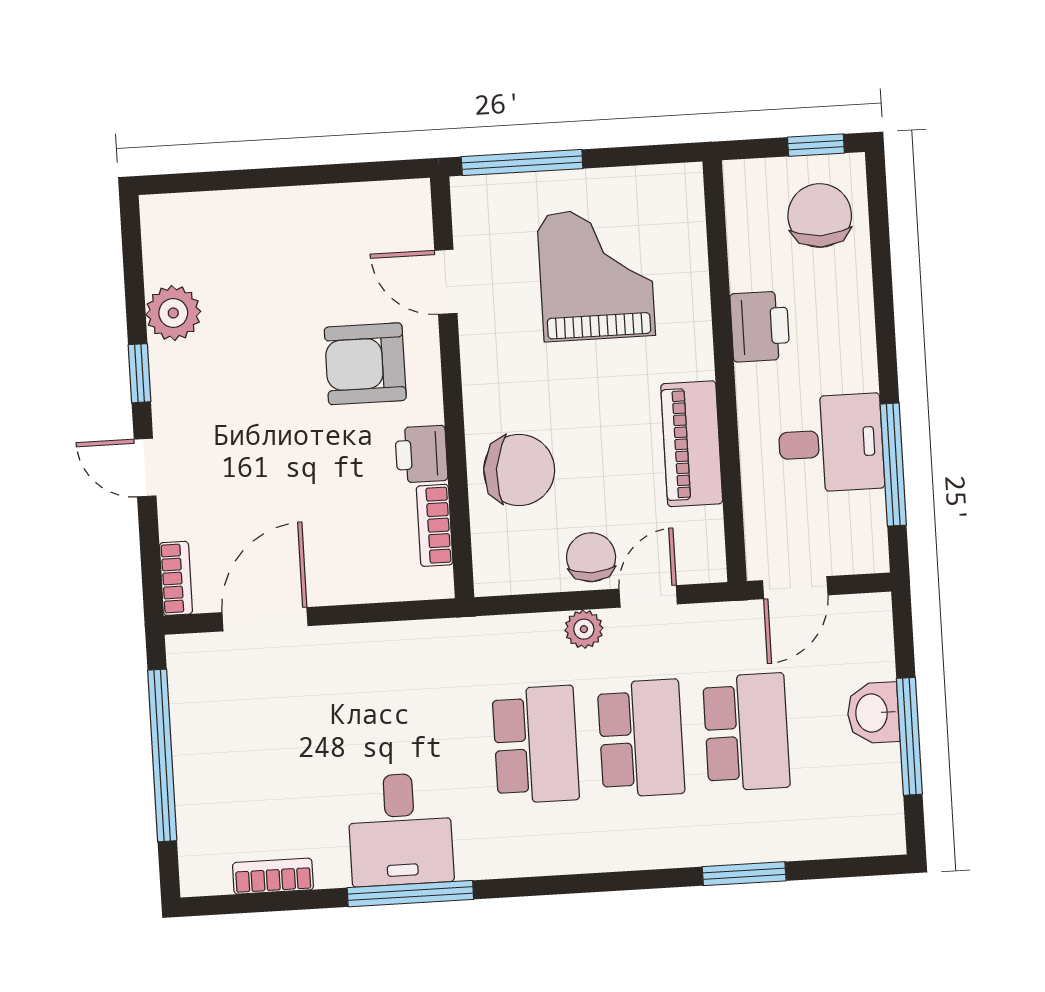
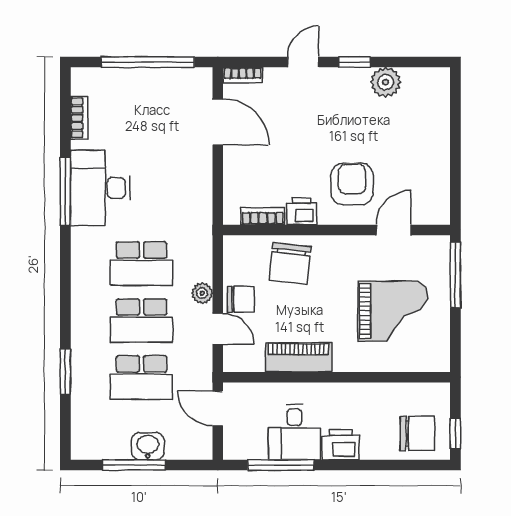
printer: (760, 326) -> (341, 445), moved, turned 180
desk: (400, 829) -> (100, 188), width x1.37

